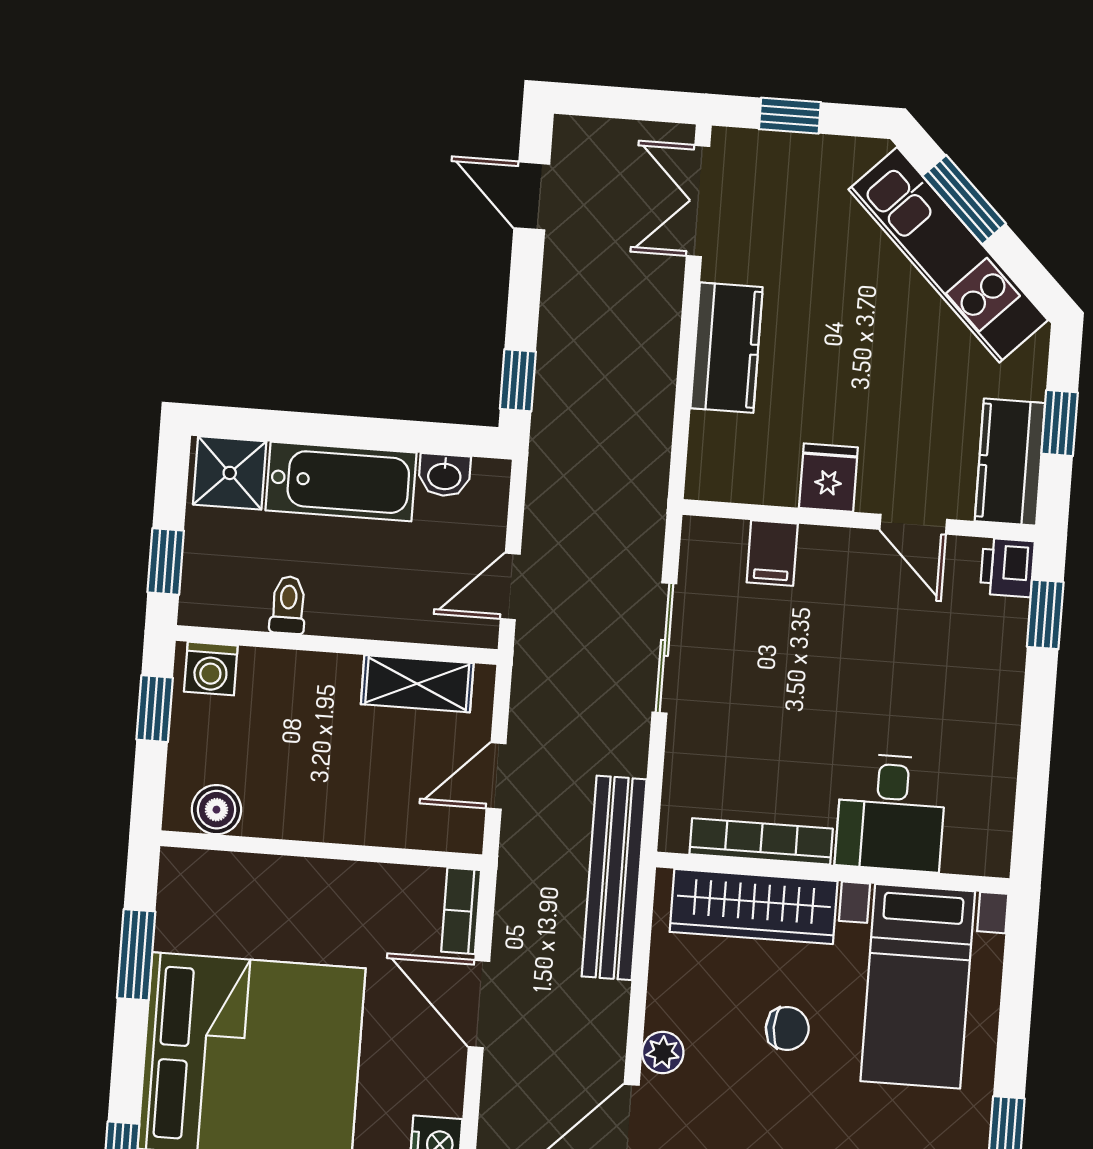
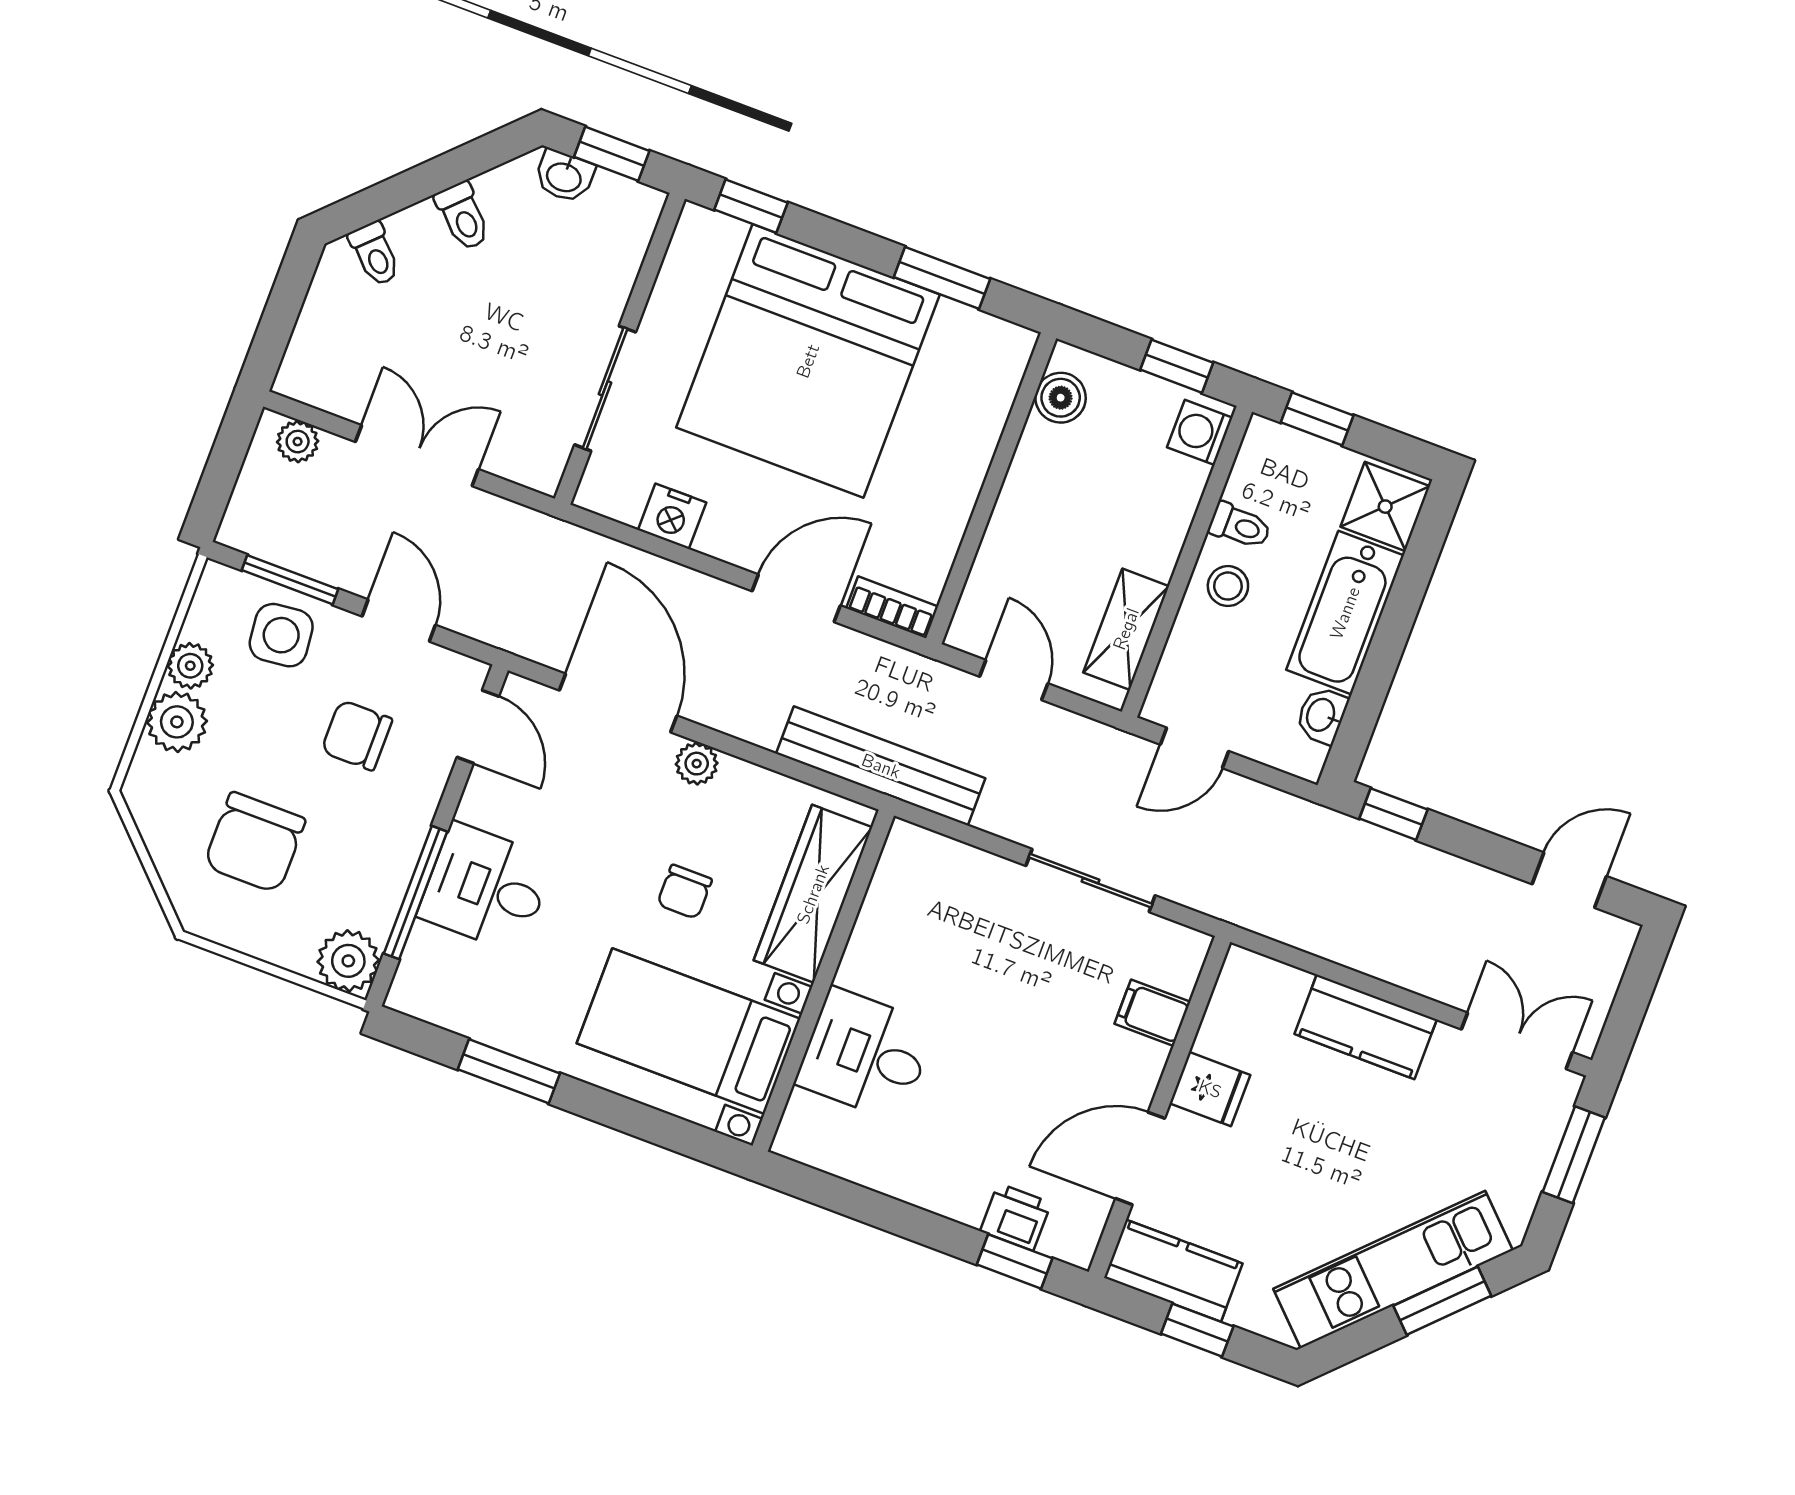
window: (790, 116) -> (1574, 1155), width x1.50
door: (913, 524) -> (1140, 1158), width x1.38
printer: (1007, 568) -> (1016, 1217), moved
door: (510, 586) -> (1194, 748), swing flipped
stool: (348, 600) -> (1228, 586), added
bookcase: (761, 841) -> (874, 920), removed

